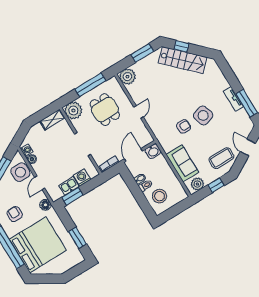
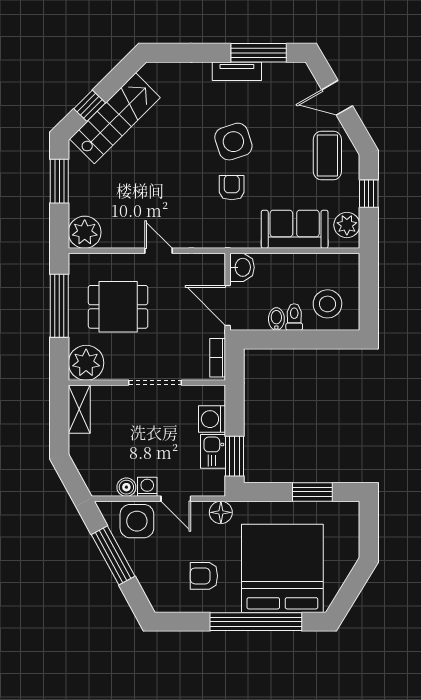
washing machine: (27, 150) -> (147, 487), moved

